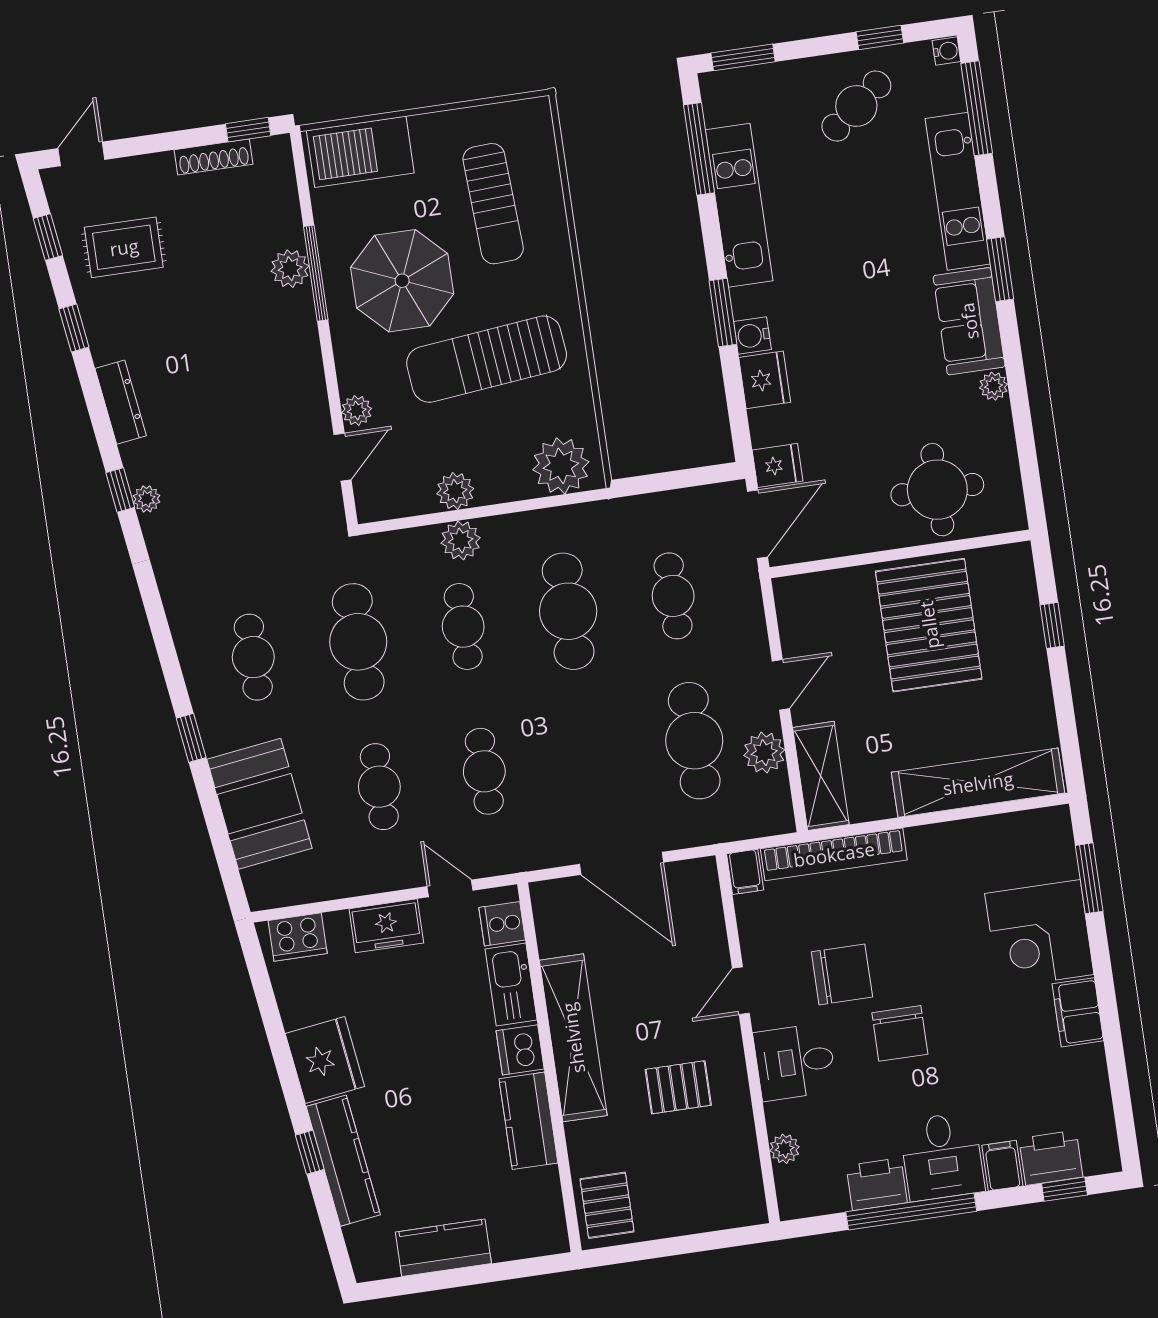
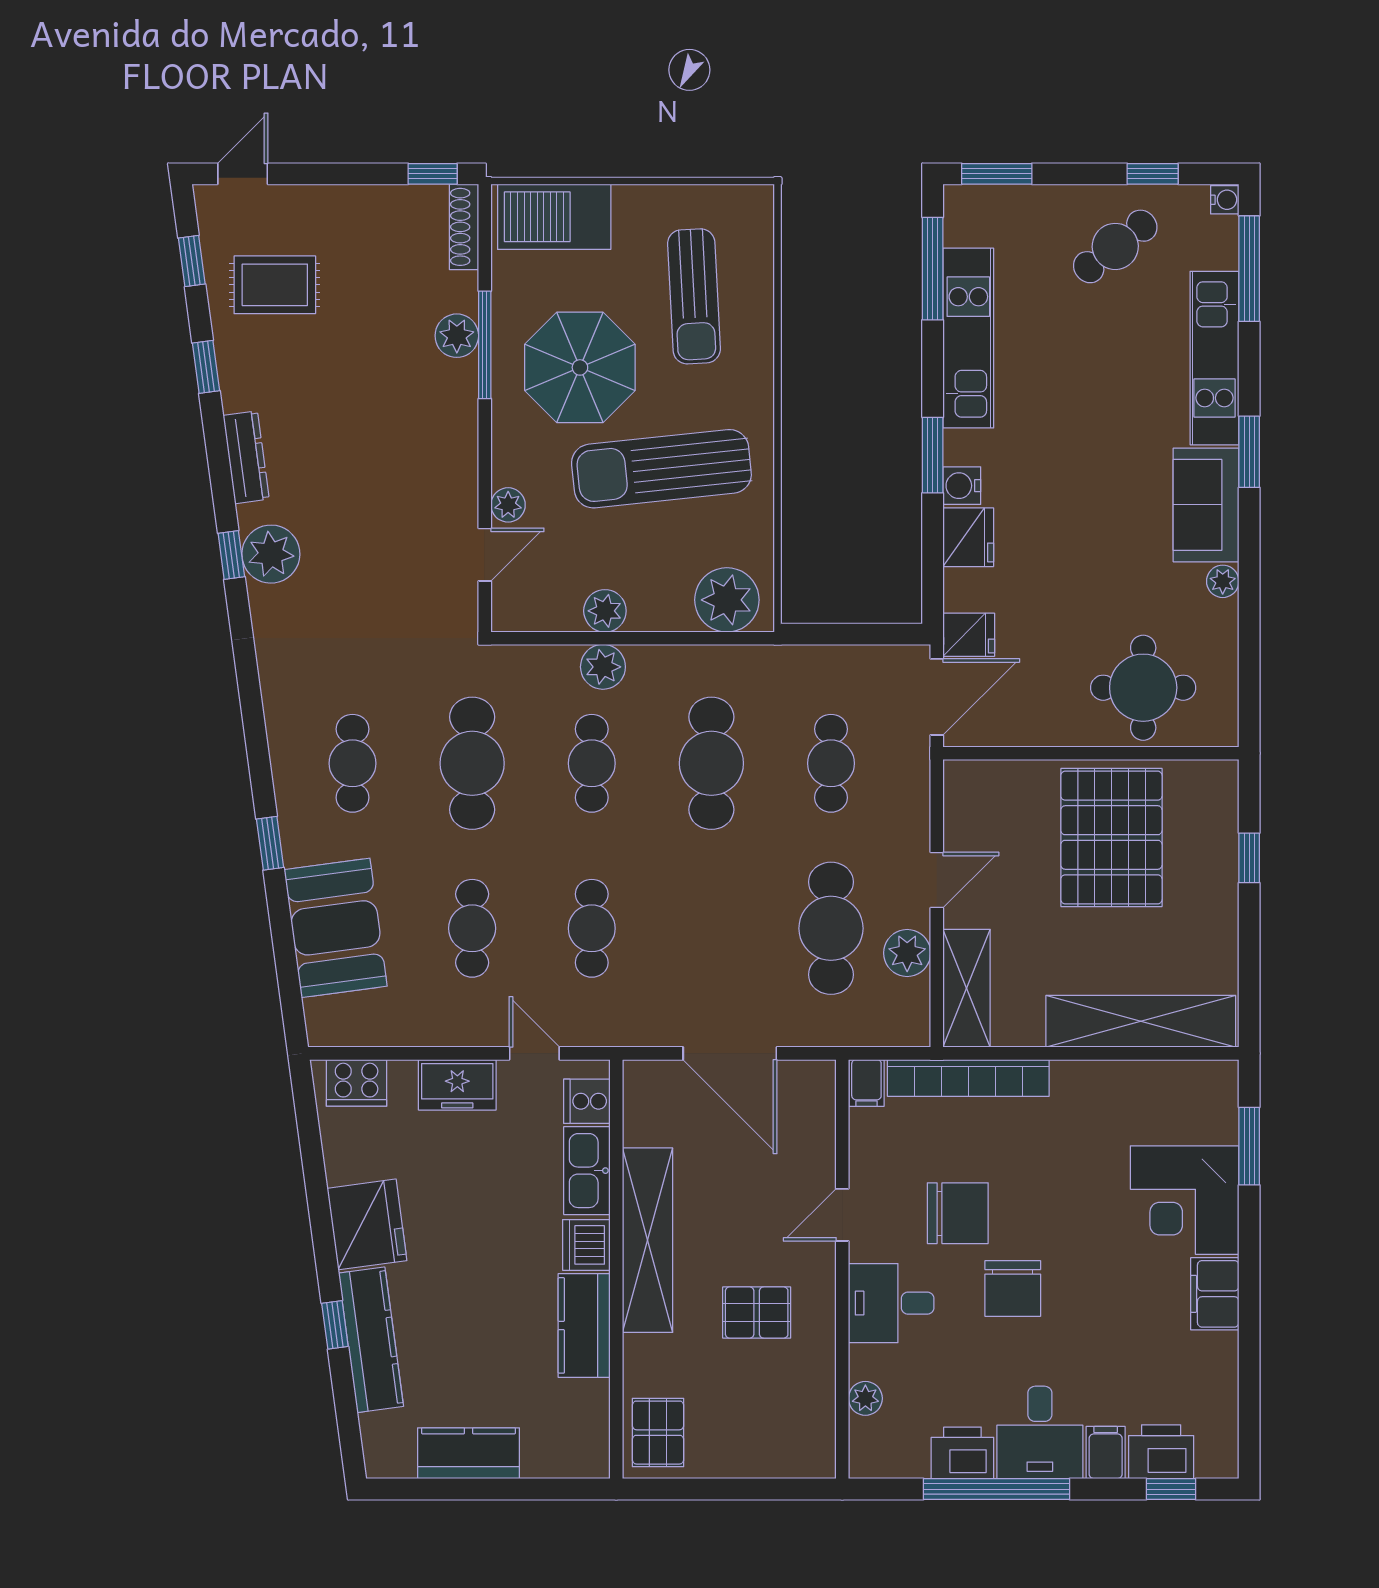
shoe rack: (214, 157) -> (464, 227), moved, turned 90
plant: (147, 499) -> (271, 554), width x1.88, depth x1.88

